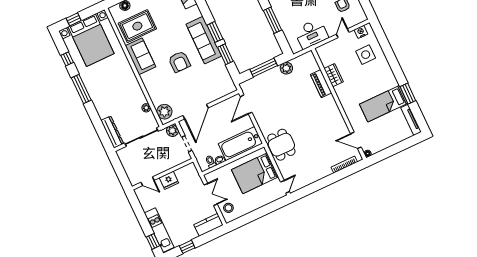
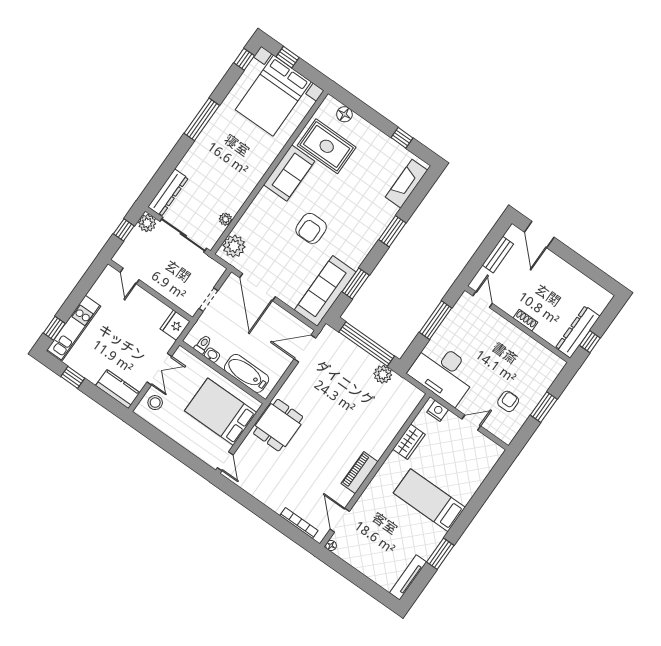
window: (215, 32) -> (392, 231), moved
nightstand: (361, 32) -> (438, 411), moved
desk: (311, 34) -> (443, 373), width x1.36, depth x1.30
sofa: (204, 40) -> (325, 291), moved
side table: (366, 55) -> (460, 469), removed
window: (67, 59) -> (244, 59), moved
window: (264, 68) -> (367, 344), width x1.46
piano: (321, 84) -> (360, 473), moved
bed: (384, 104) -> (429, 500), moved
door: (196, 112) -> (257, 287), hinge flipped
plant: (172, 131) -> (147, 223), moved
bathtub: (240, 144) -> (247, 373), width x0.73, depth x0.73
window: (119, 170) -> (124, 230), added
fridge: (169, 180) -> (175, 325), moved, turned 90
door: (285, 187) -> (225, 461), hinge flipped

